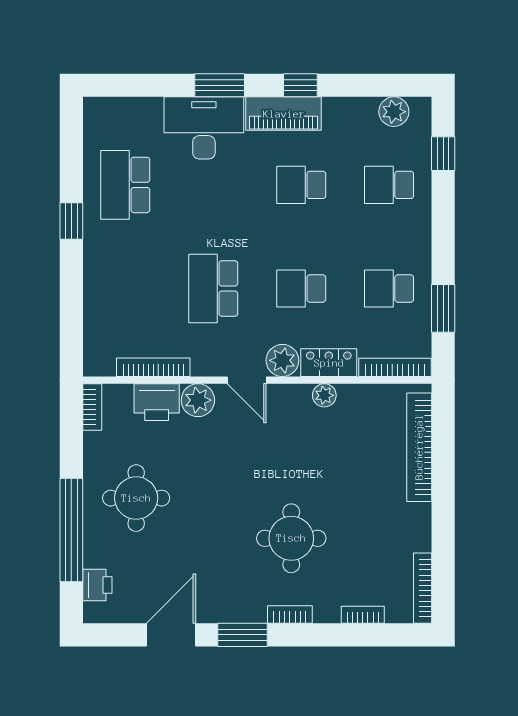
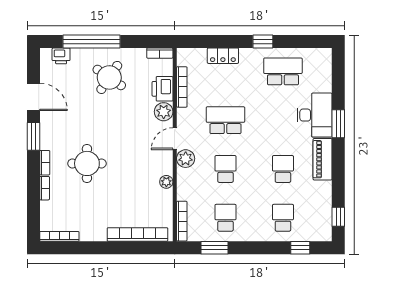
window: (300, 85) -> (338, 217), moved
plant: (394, 112) -> (324, 220), removed
locker: (329, 363) -> (223, 56), moved, turned 90
round table: (136, 498) -> (109, 77), turned 34
bookcase: (363, 615) -> (45, 188), moved

